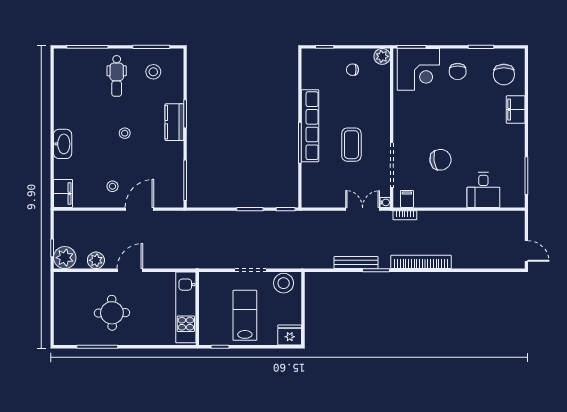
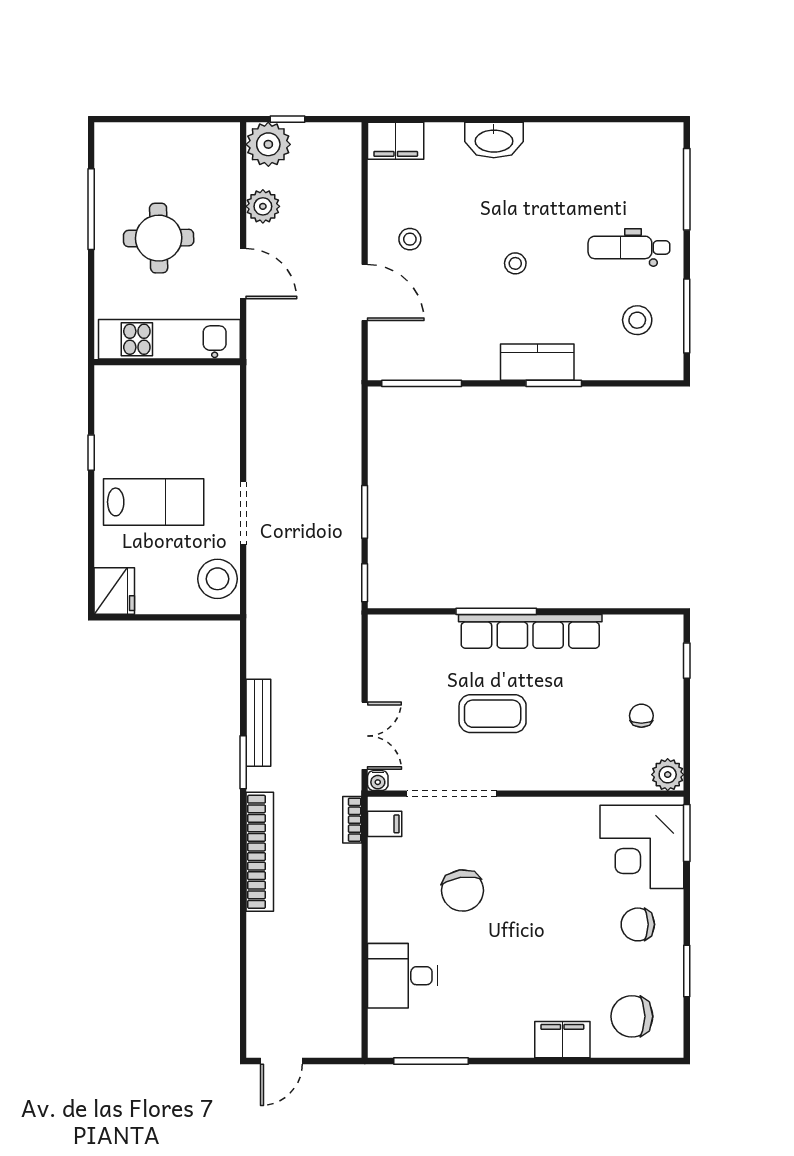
kitchen unit: (186, 307) -> (169, 339), moved
wall: (197, 308) -> (167, 362), moved

